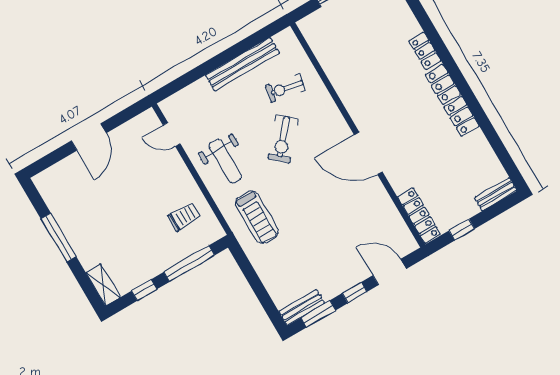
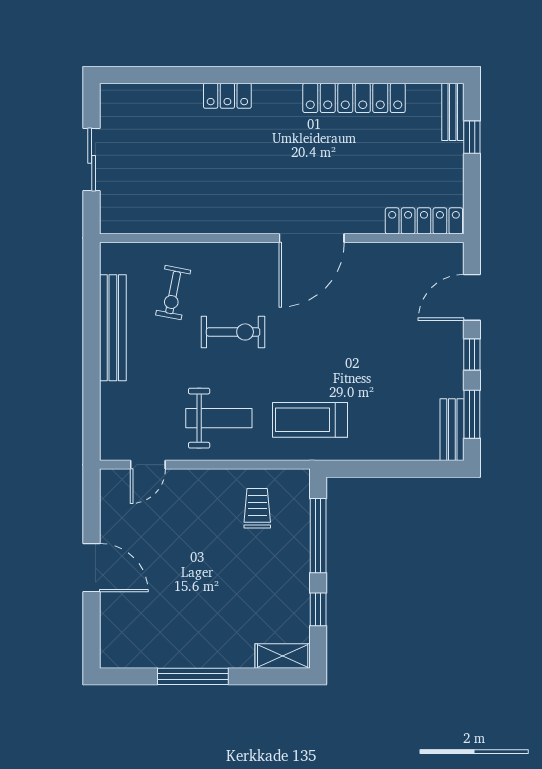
locker: (452, 100) -> (354, 98), moved
exercise bike: (283, 139) -> (233, 332), turned -41
treadmill: (257, 217) -> (310, 420), turned 180
window: (462, 230) -> (472, 137), moved

